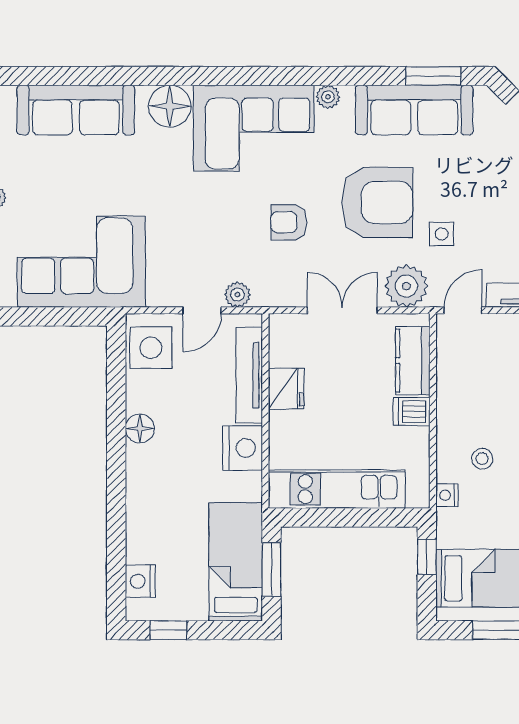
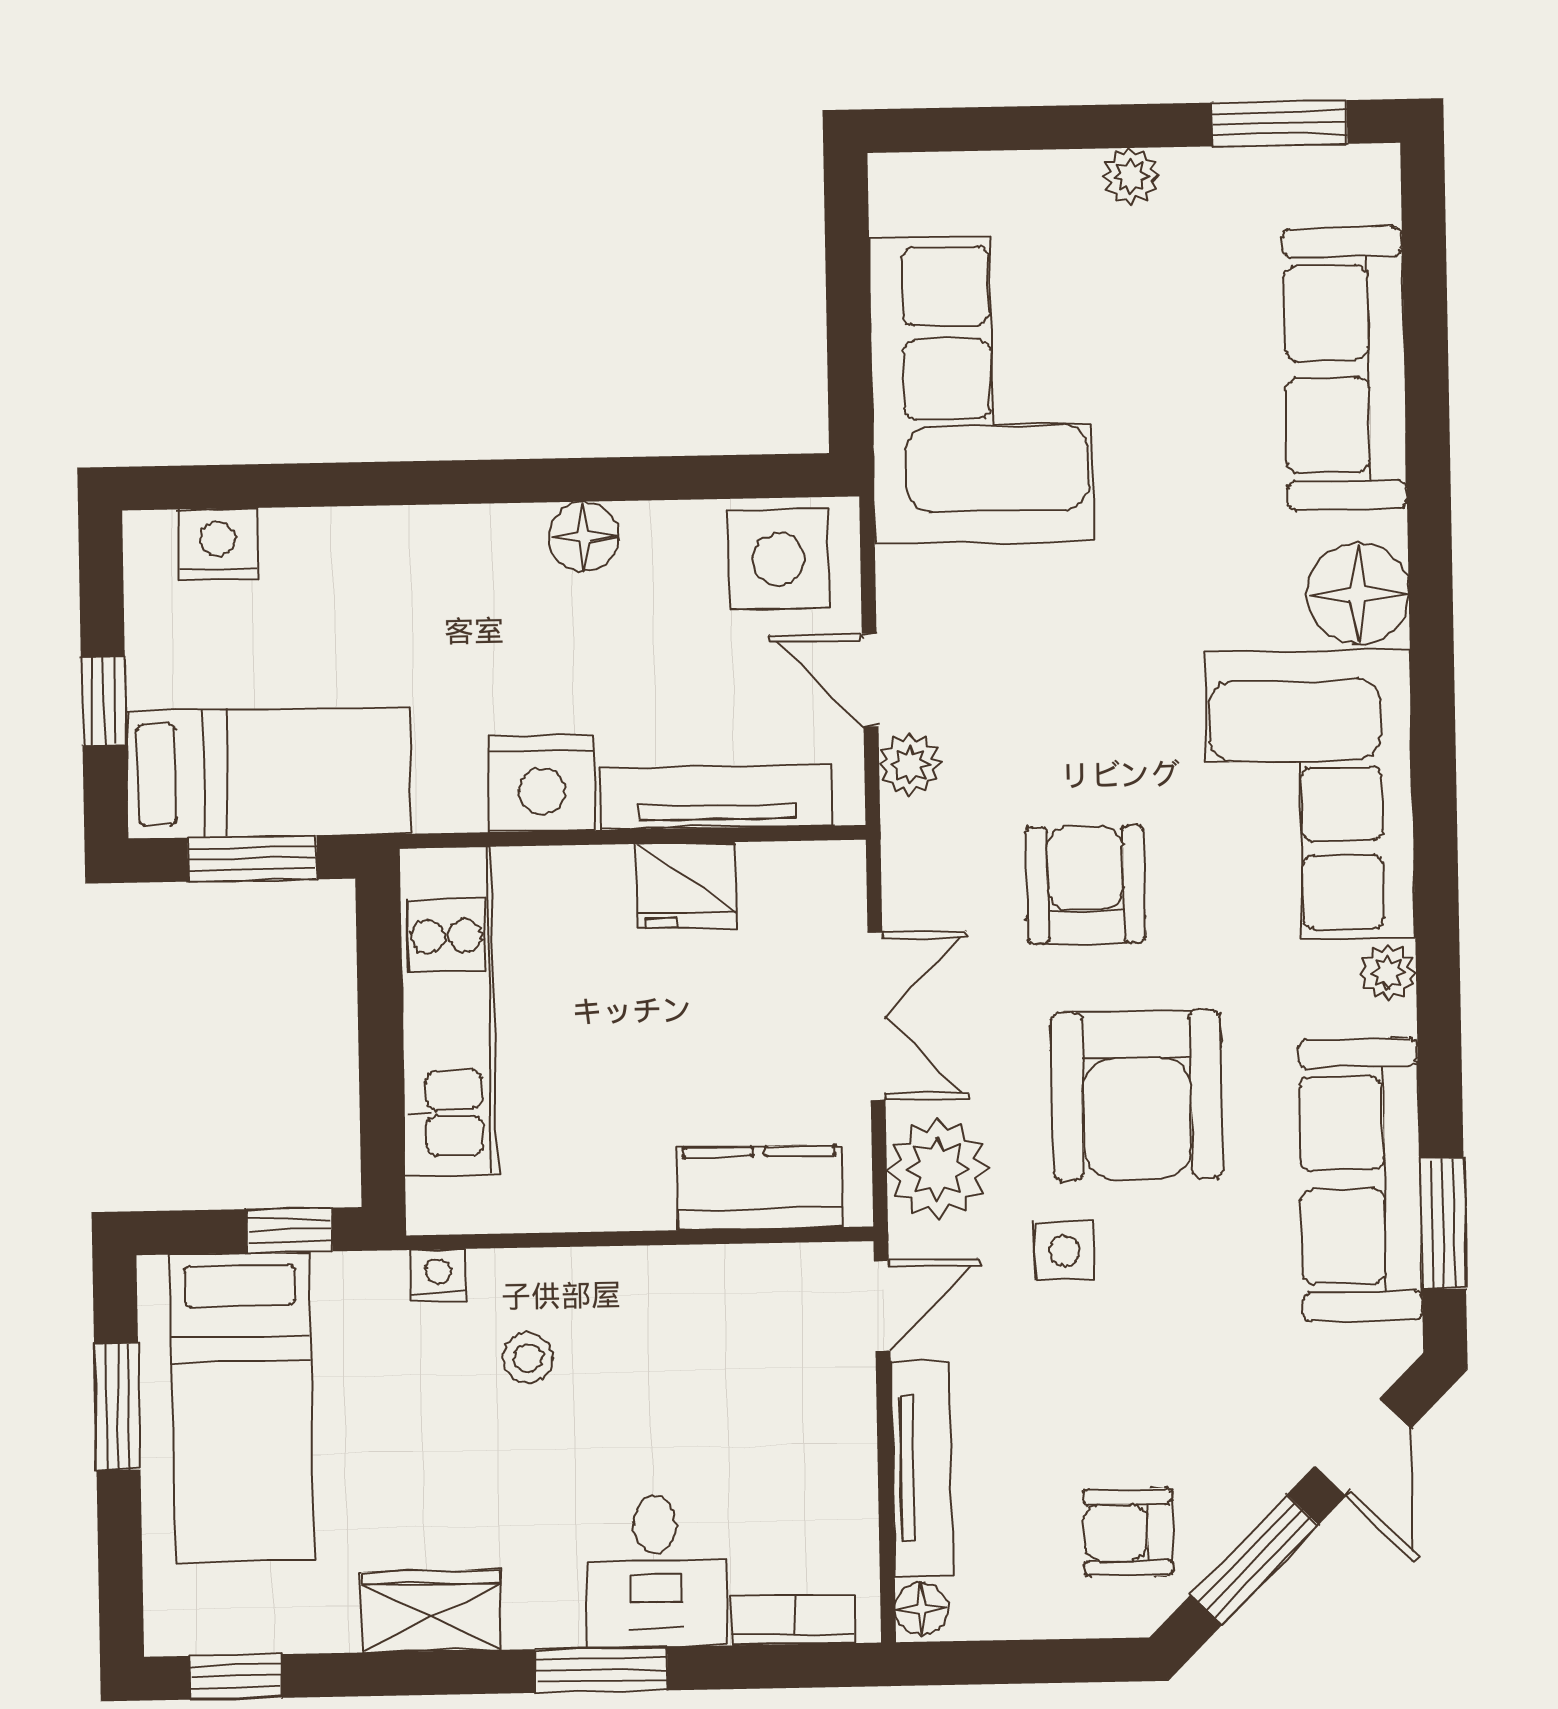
armchair: (289, 222) -> (1085, 884), width x1.38, depth x1.38
door: (463, 310) -> (882, 1306), hinge flipped
dishwasher: (411, 412) -> (637, 1187), removed
window: (168, 630) -> (104, 701), moved

